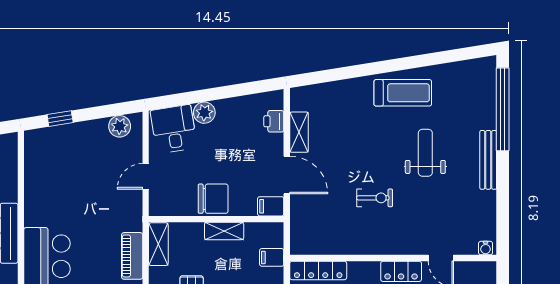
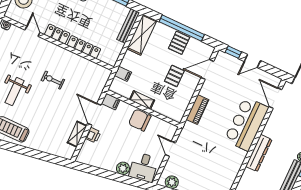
printer: (274, 121) -> (93, 135), moved
door: (146, 176) -> (170, 149), swing flipped
shelving: (158, 244) -> (180, 109), removed
locker: (318, 270) -> (84, 47), moved

